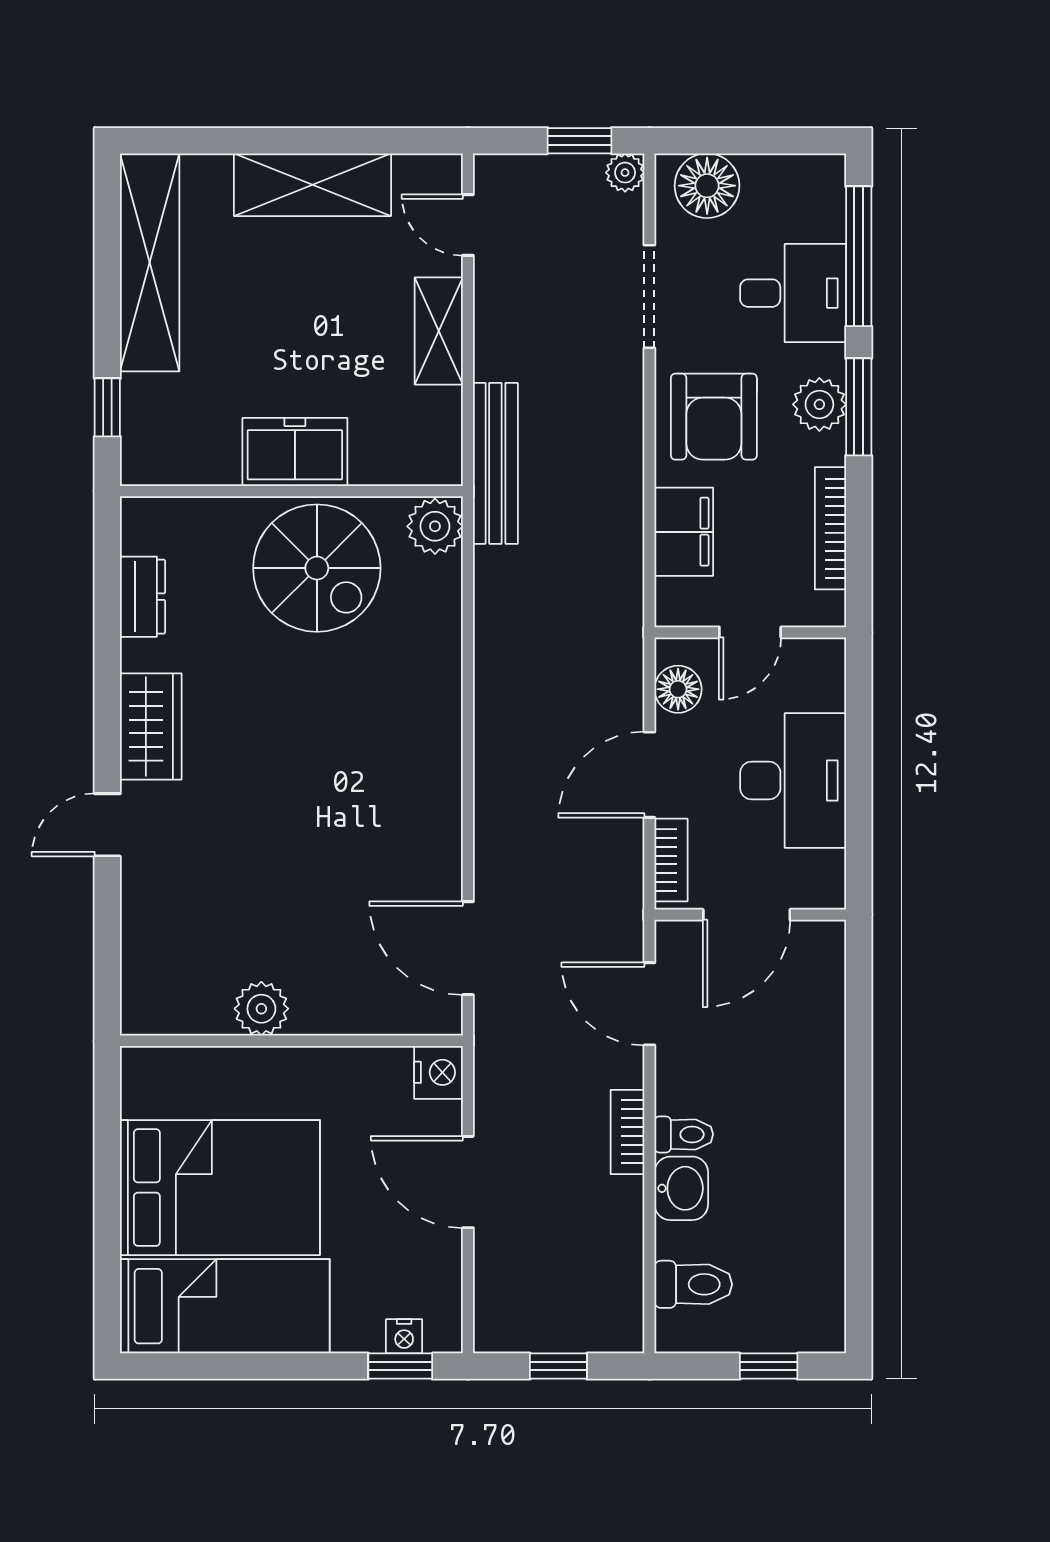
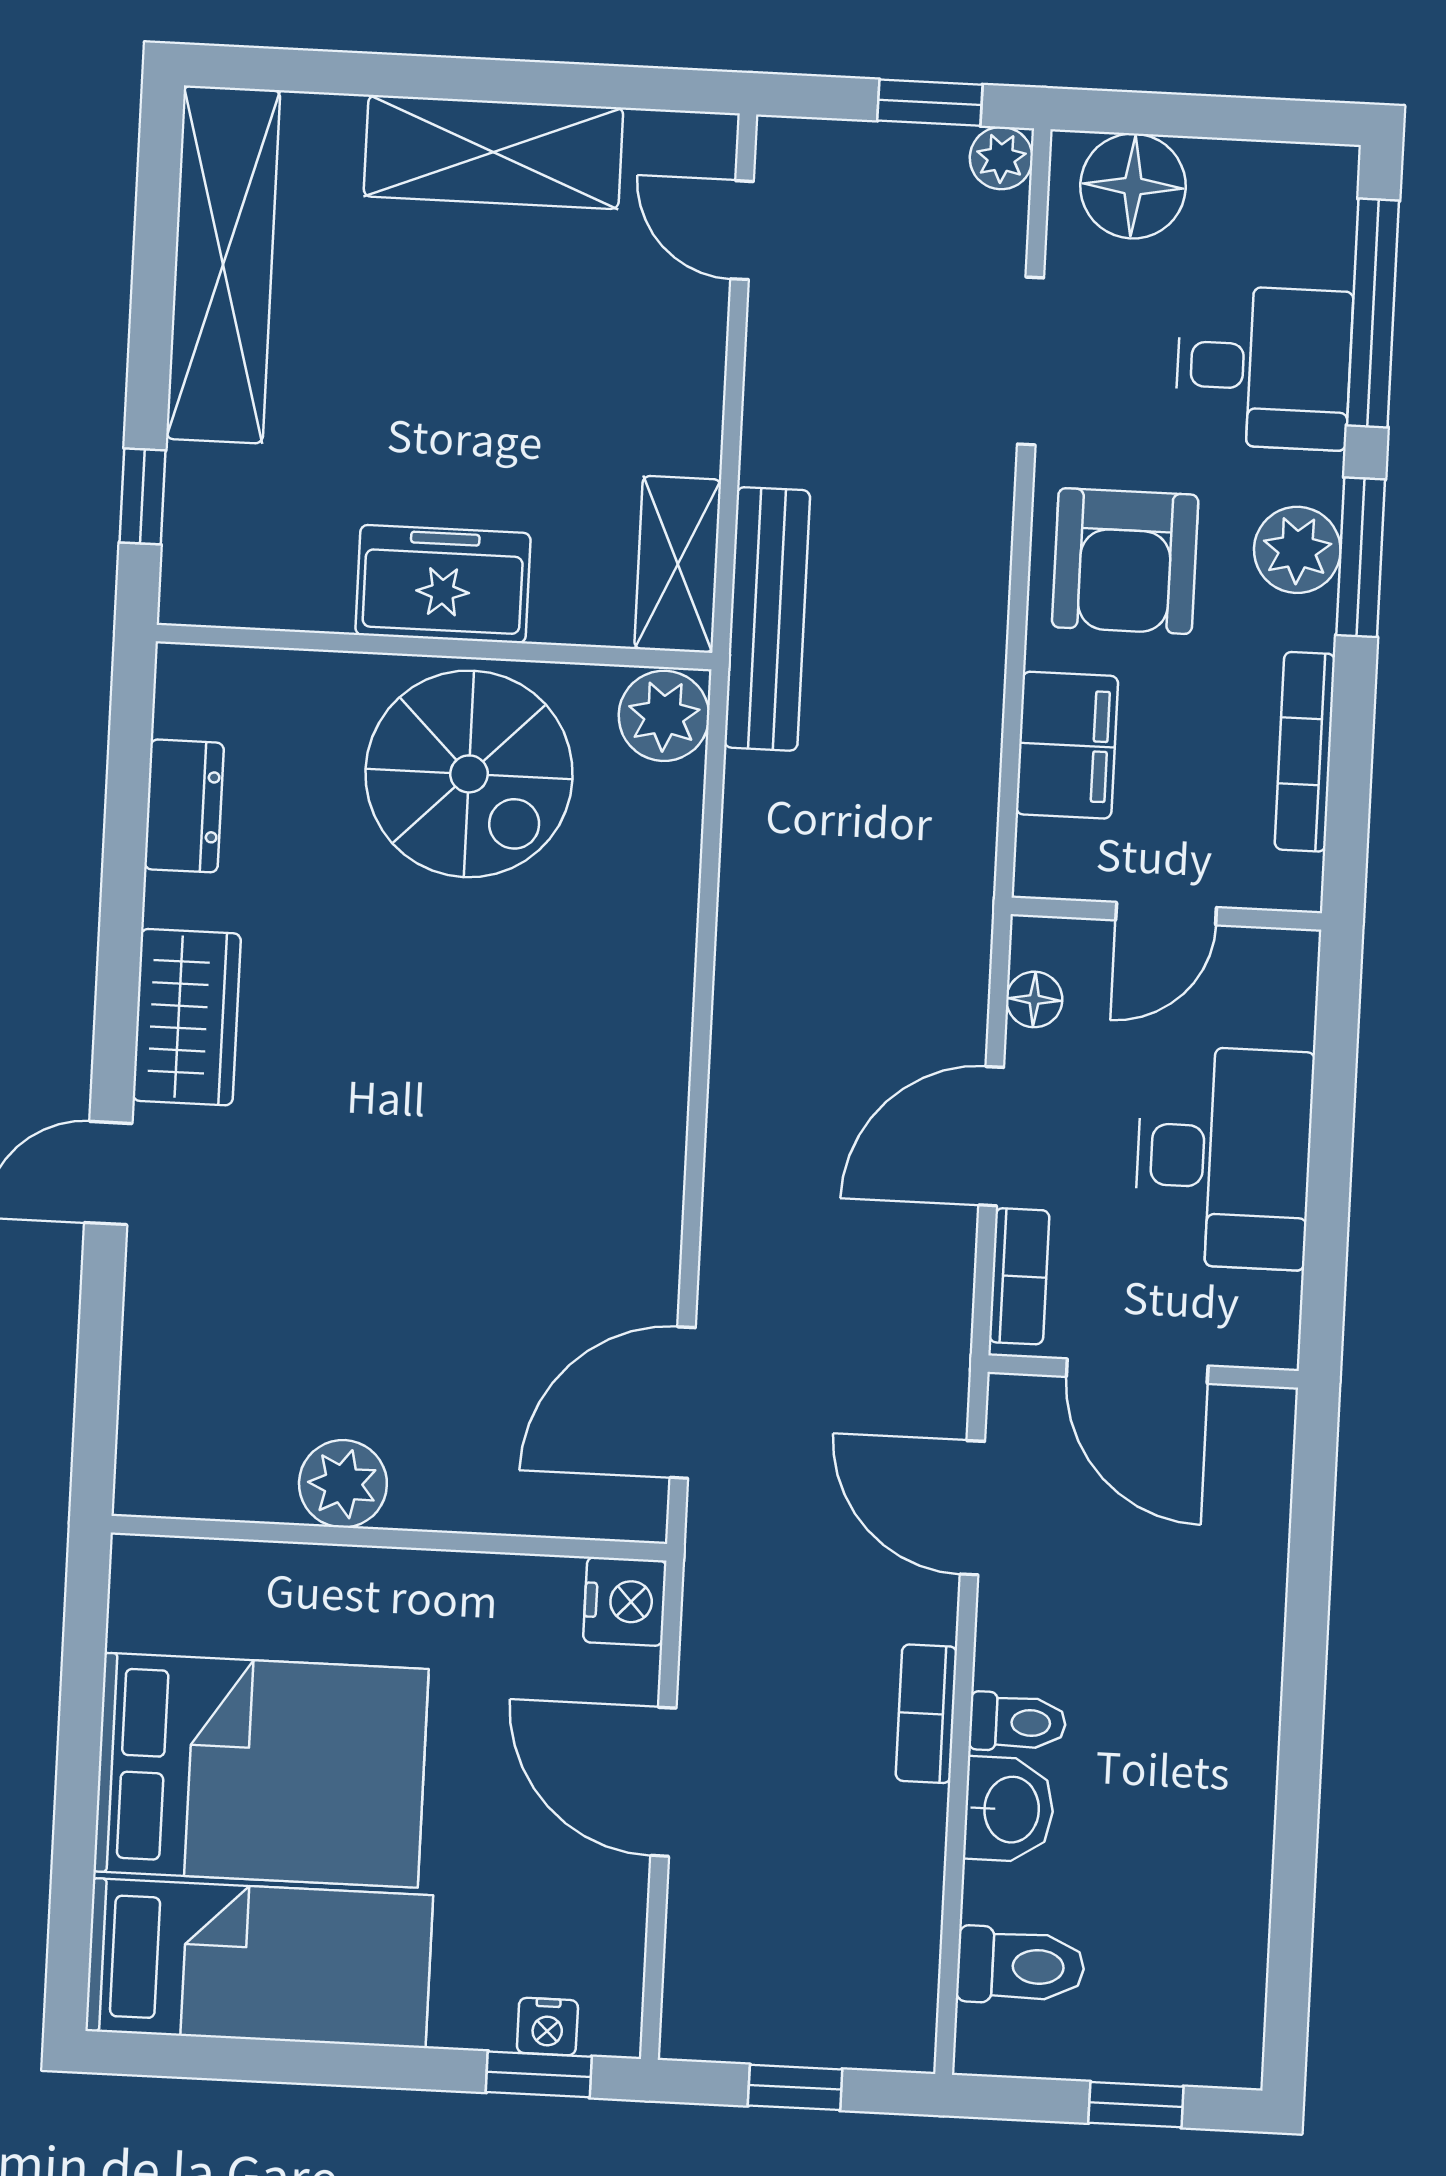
shelving: (439, 331) -> (678, 564), moved
floor lamp: (678, 689) -> (1034, 999), width x0.73, depth x0.73
door: (747, 915) -> (1137, 1371), hinge flipped
door: (468, 948) -> (683, 1403), hinge flipped

